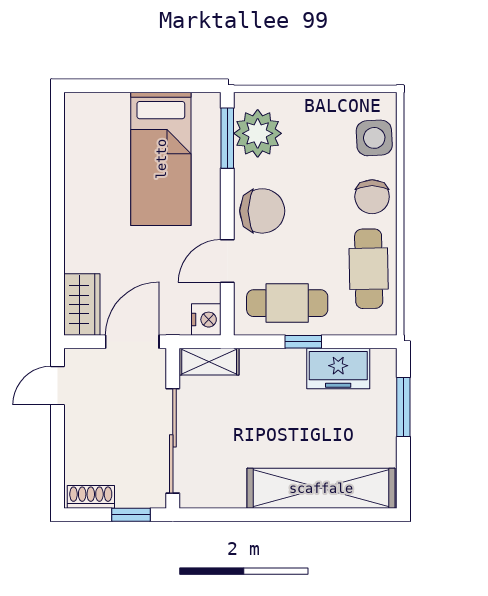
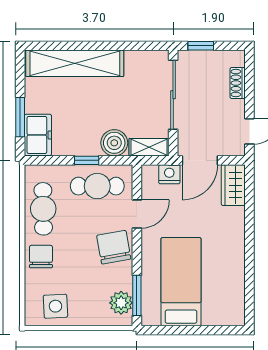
plant: (258, 133) -> (121, 303), width x0.73, depth x0.73
side table: (374, 138) -> (55, 306), moved
chair: (262, 211) -> (114, 247), turned 80
nightstand: (206, 320) -> (169, 174), moved, turned 90
boiler: (262, 368) -> (114, 143), added
freezer: (338, 369) -> (38, 135), moved, turned 90
shoe rack: (91, 497) -> (238, 83), moved, turned 90

